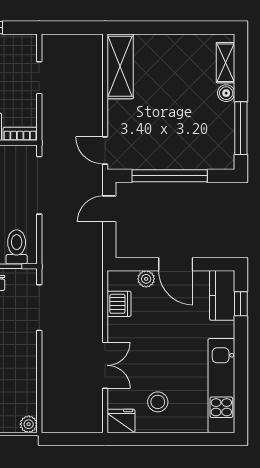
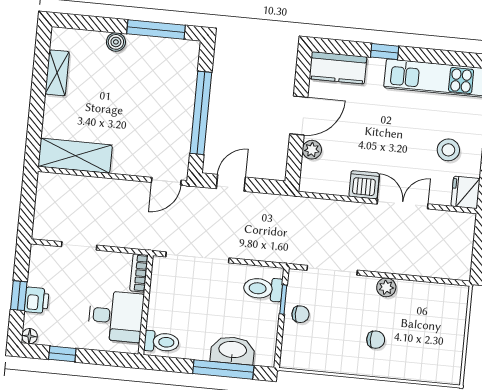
shelving: (226, 63) -> (57, 73), moved, turned 90
door: (109, 209) -> (231, 183), swing flipped
dishwasher: (119, 304) -> (364, 185), moved
window: (241, 304) -> (385, 52), moved
plant: (29, 424) -> (386, 287), moved

